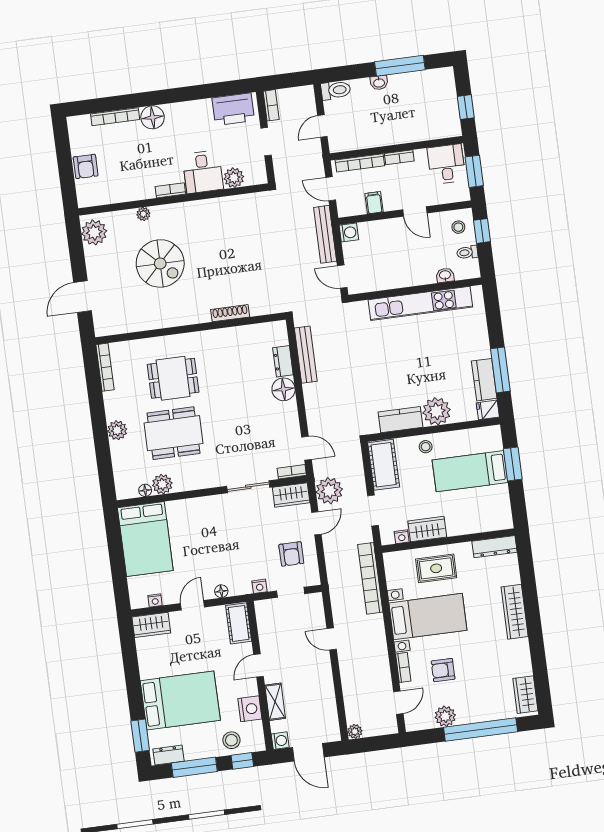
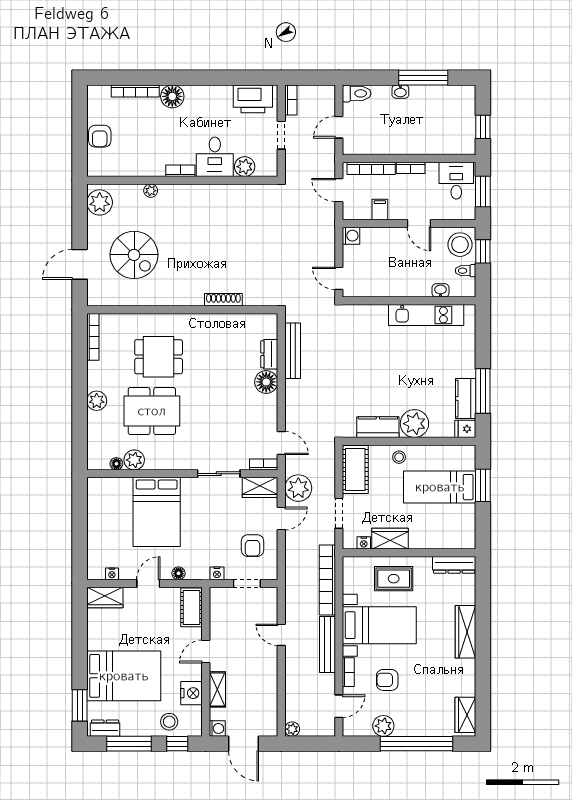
stool: (458, 227) -> (460, 245), width x1.89, depth x1.89
bench: (325, 234) -> (327, 645), moved
spiral stairs: (160, 263) -> (134, 255), moved
kitchen unit: (420, 303) -> (426, 315), width x0.73
bed: (145, 539) -> (157, 512), moved

